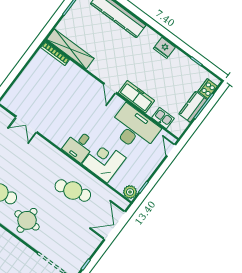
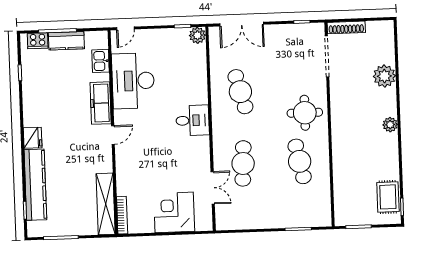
fridge: (164, 48) -> (33, 138), moved
cafe table: (26, 156) -> (243, 163), added
corner desk: (104, 161) -> (174, 212), moved, turned 90

